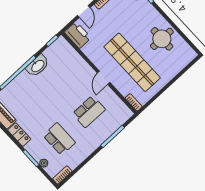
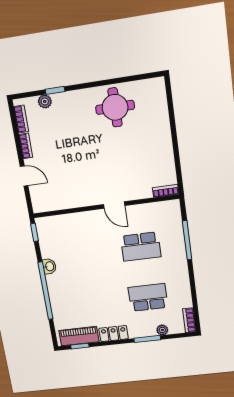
printer: (78, 35) -> (46, 201), removed
shop shelf: (132, 62) -> (119, 161), removed
washbasin: (38, 66) -> (49, 266), width x0.52, depth x0.69
school desk: (89, 112) -> (141, 247), turned 90

